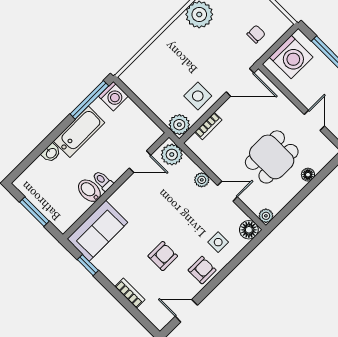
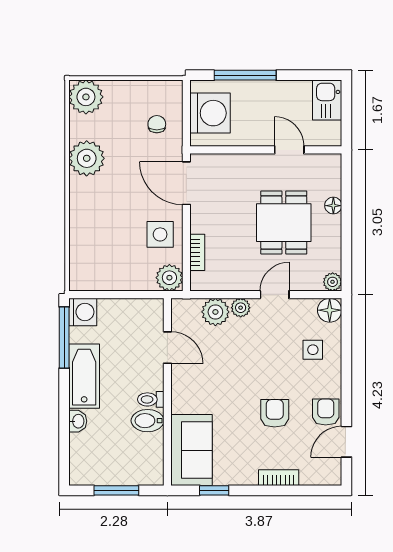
door: (240, 82) -> (186, 183), swing flipped
plant: (172, 155) -> (215, 312), moved
door: (140, 162) -> (167, 348), hinge flipped
armchair: (202, 270) -> (326, 412), moved

